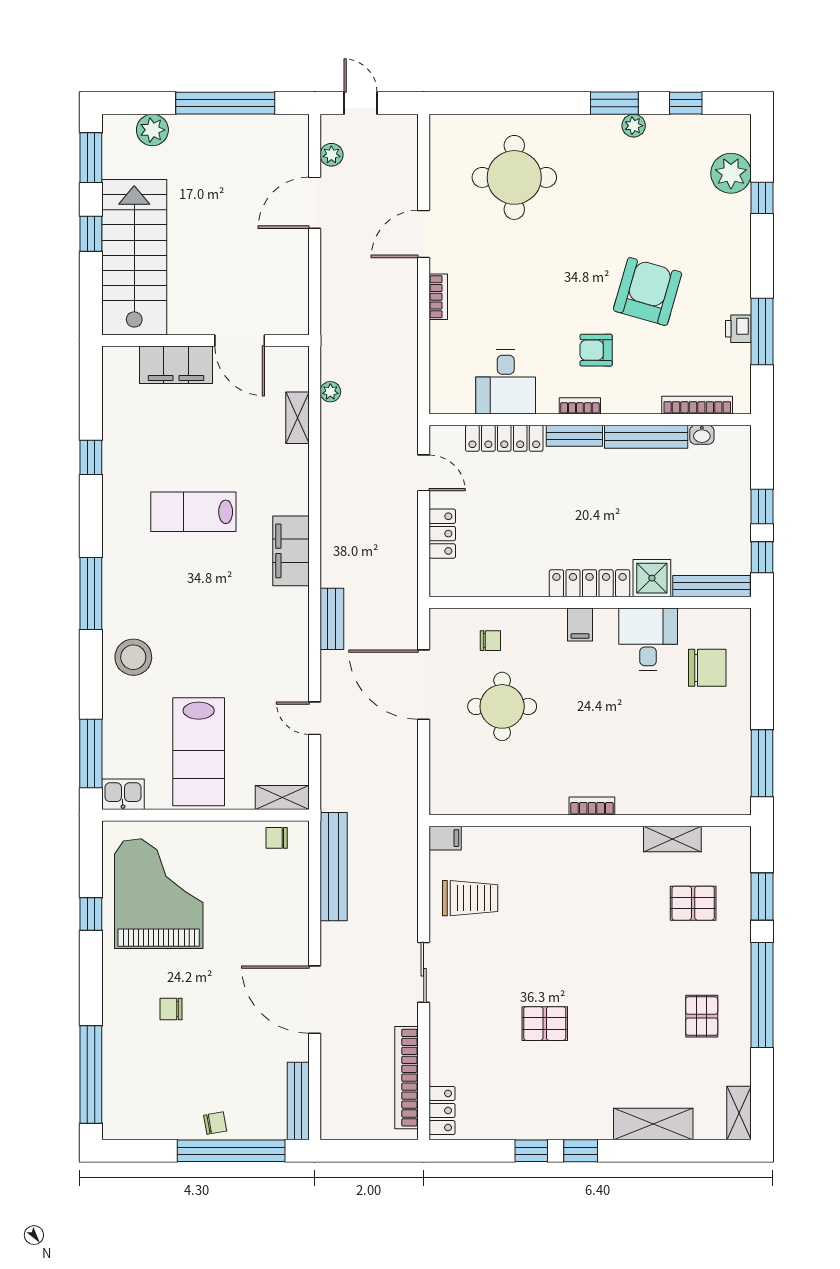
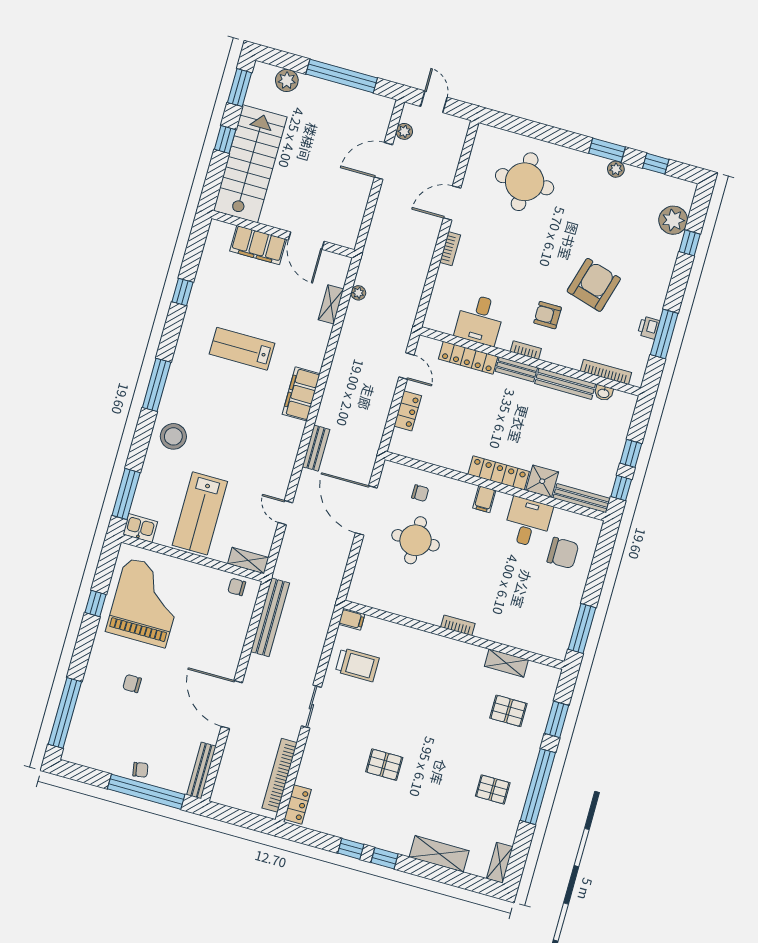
pallet: (702, 1016) -> (493, 789), turned 90

